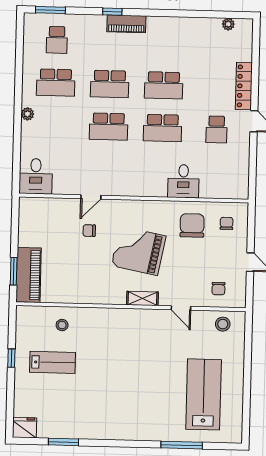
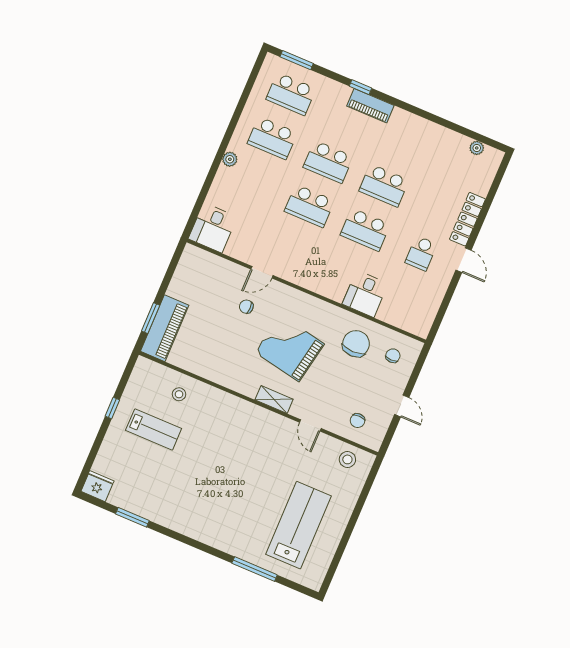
school desk: (57, 40) -> (291, 94), width x1.85

